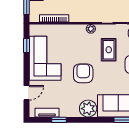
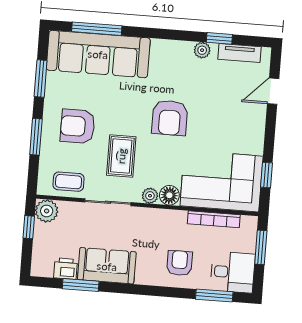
floor lamp: (80, 30) -> (169, 195), added
corner sofa: (45, 58) -> (222, 181), moved, turned 90
plant: (88, 109) -> (202, 50), moved, width x0.53, depth x0.53

